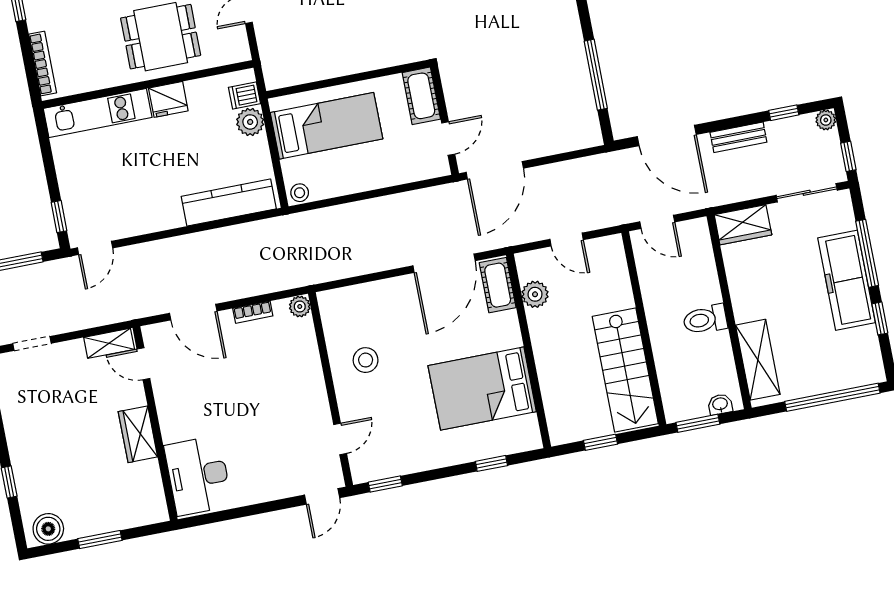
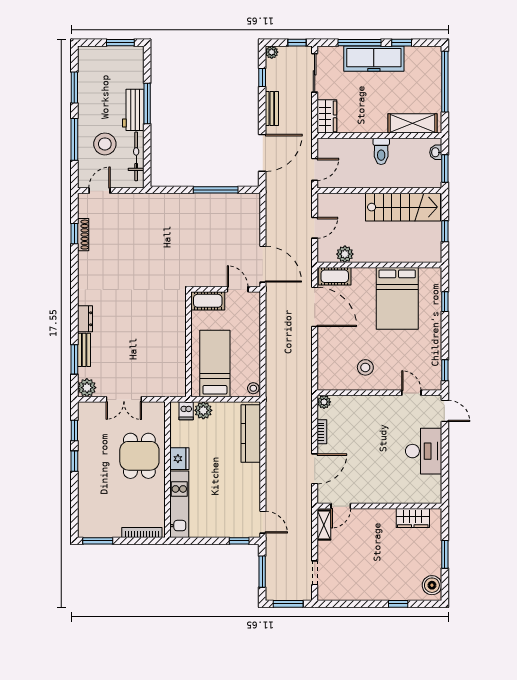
wardrobe: (138, 434) -> (413, 518), moved
desk: (198, 476) -> (424, 451), moved, turned -90

